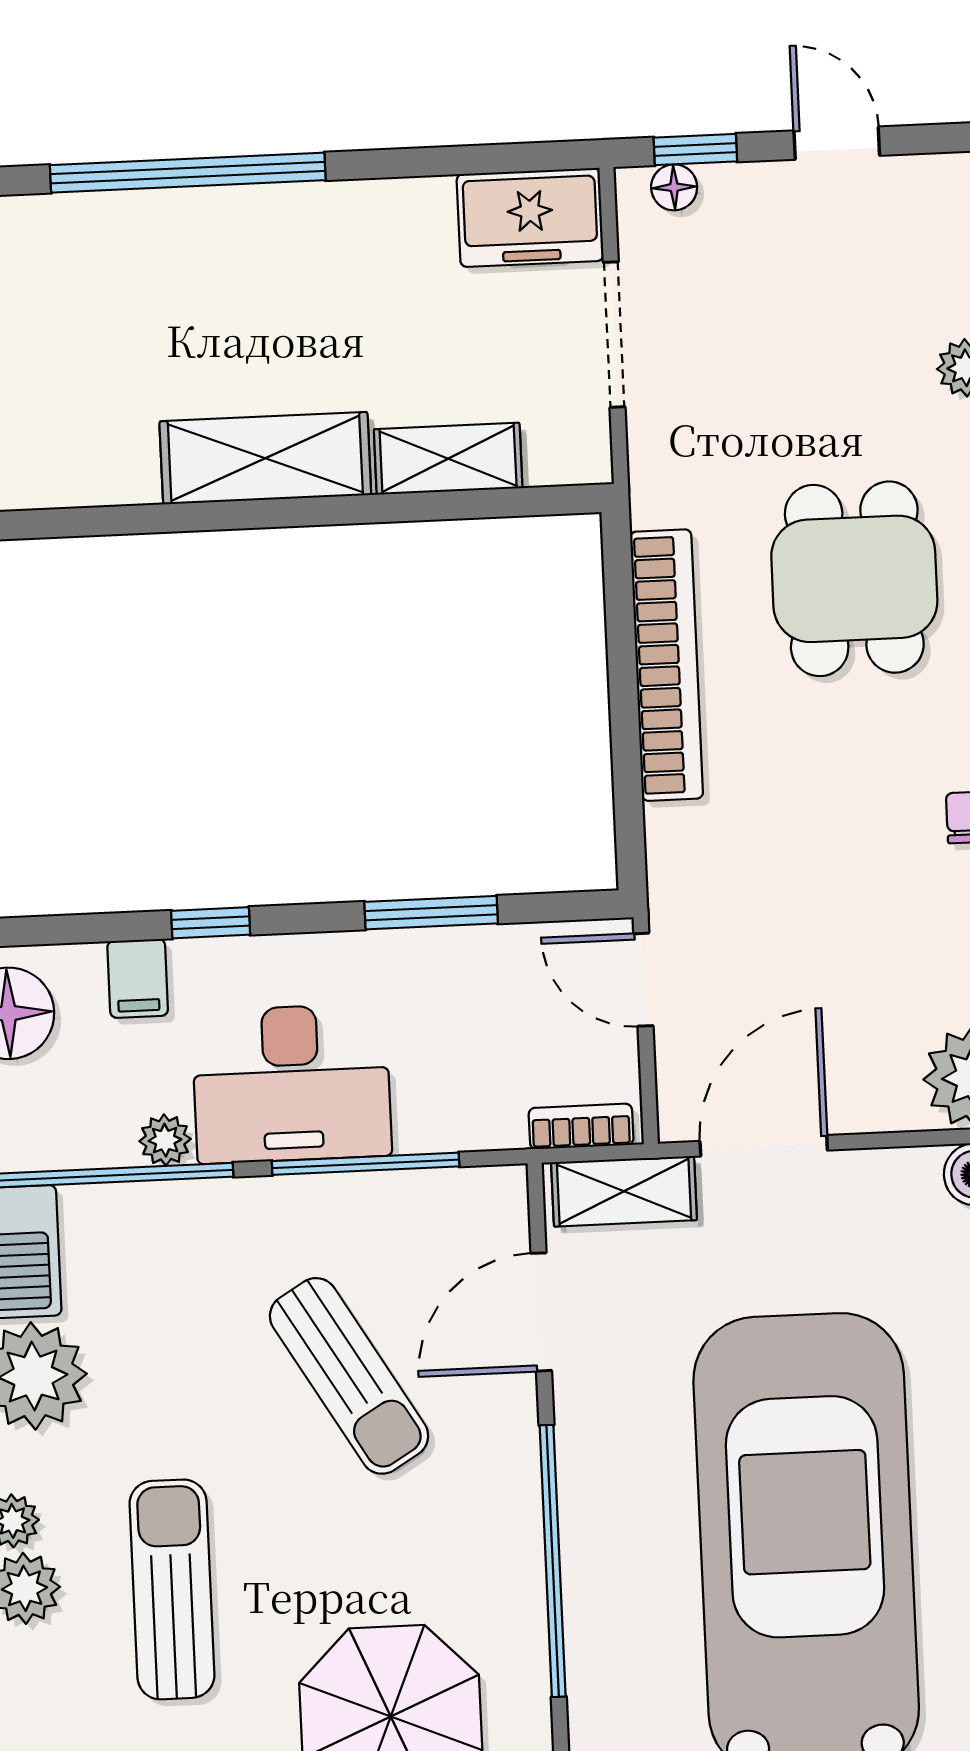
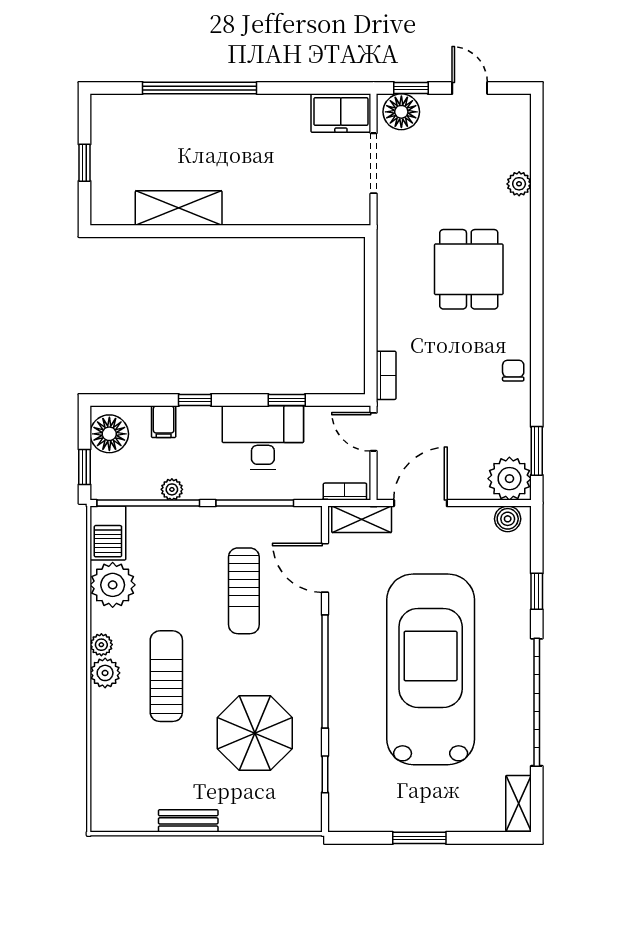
floor lamp: (674, 187) -> (401, 112), width x1.89, depth x1.89
shelving: (265, 458) -> (179, 208), moved
shelving: (448, 459) -> (302, 212), removed
bookcase: (667, 665) -> (386, 375), moved, width x0.43, depth x0.76
window: (431, 913) -> (287, 400), width x0.67
desk: (292, 1084) -> (263, 438), moved, turned 180
door: (541, 1312) -> (325, 568), hinge flipped
sun lounger: (349, 1376) -> (244, 591), turned 31

